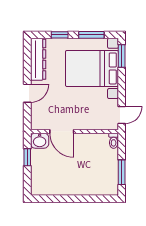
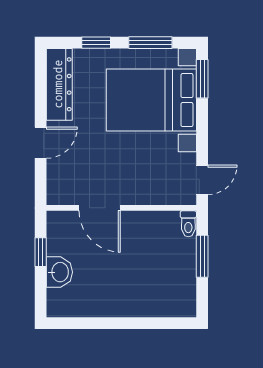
washbasin: (40, 141) -> (59, 272), moved, turned -90
window: (122, 172) -> (202, 256), moved

